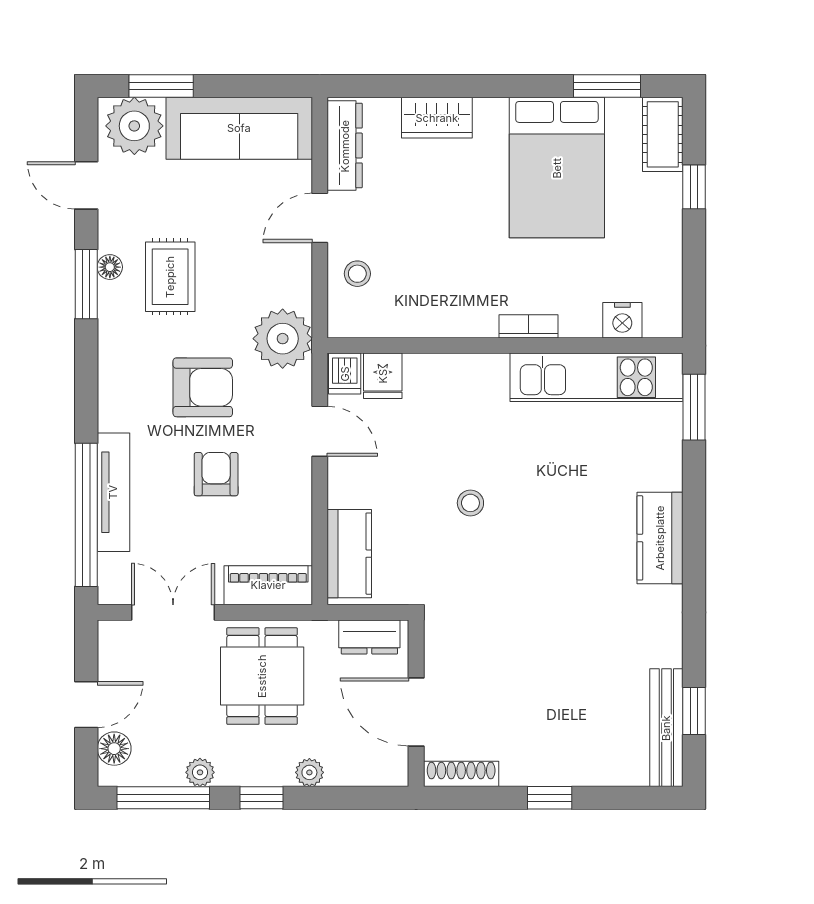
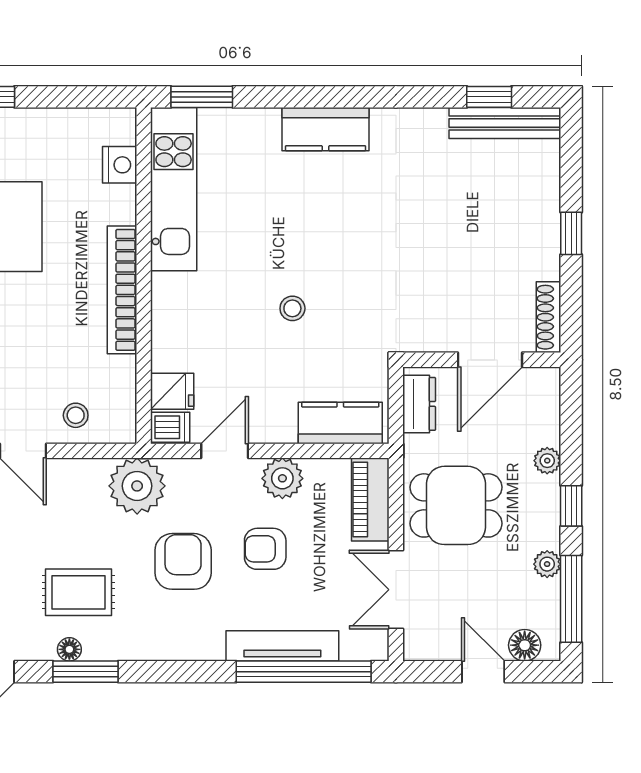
bookcase: (528, 326) -> (122, 290), width x2.31, depth x1.31
plant: (291, 492) -> (282, 478), added

